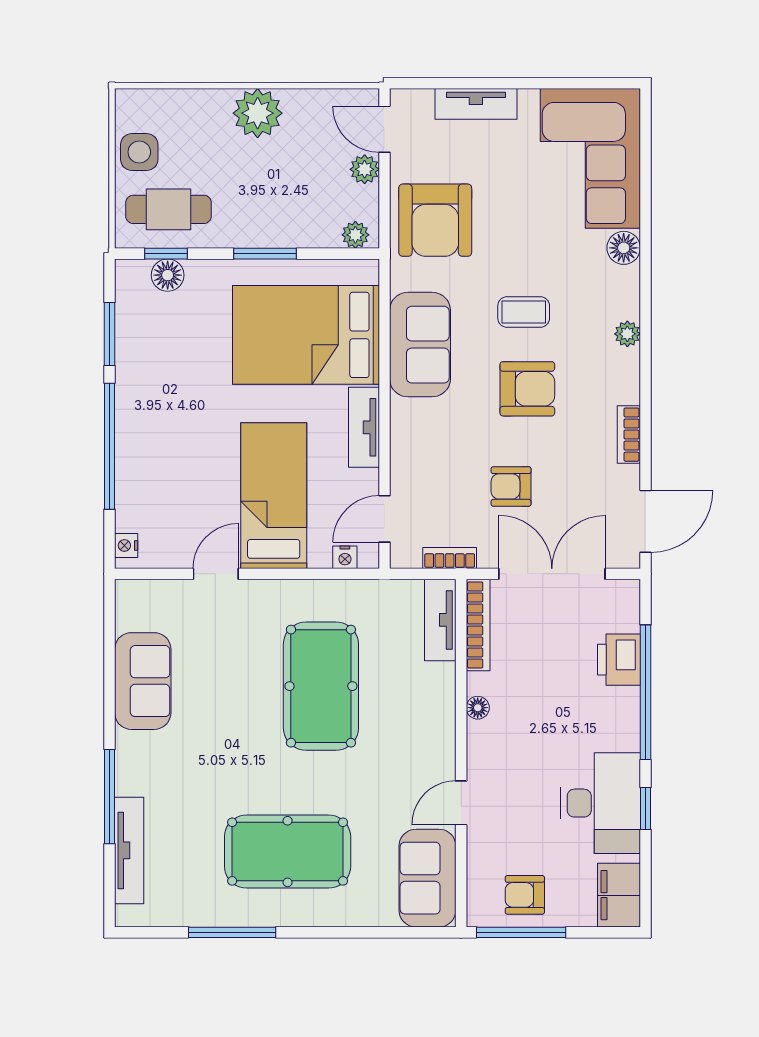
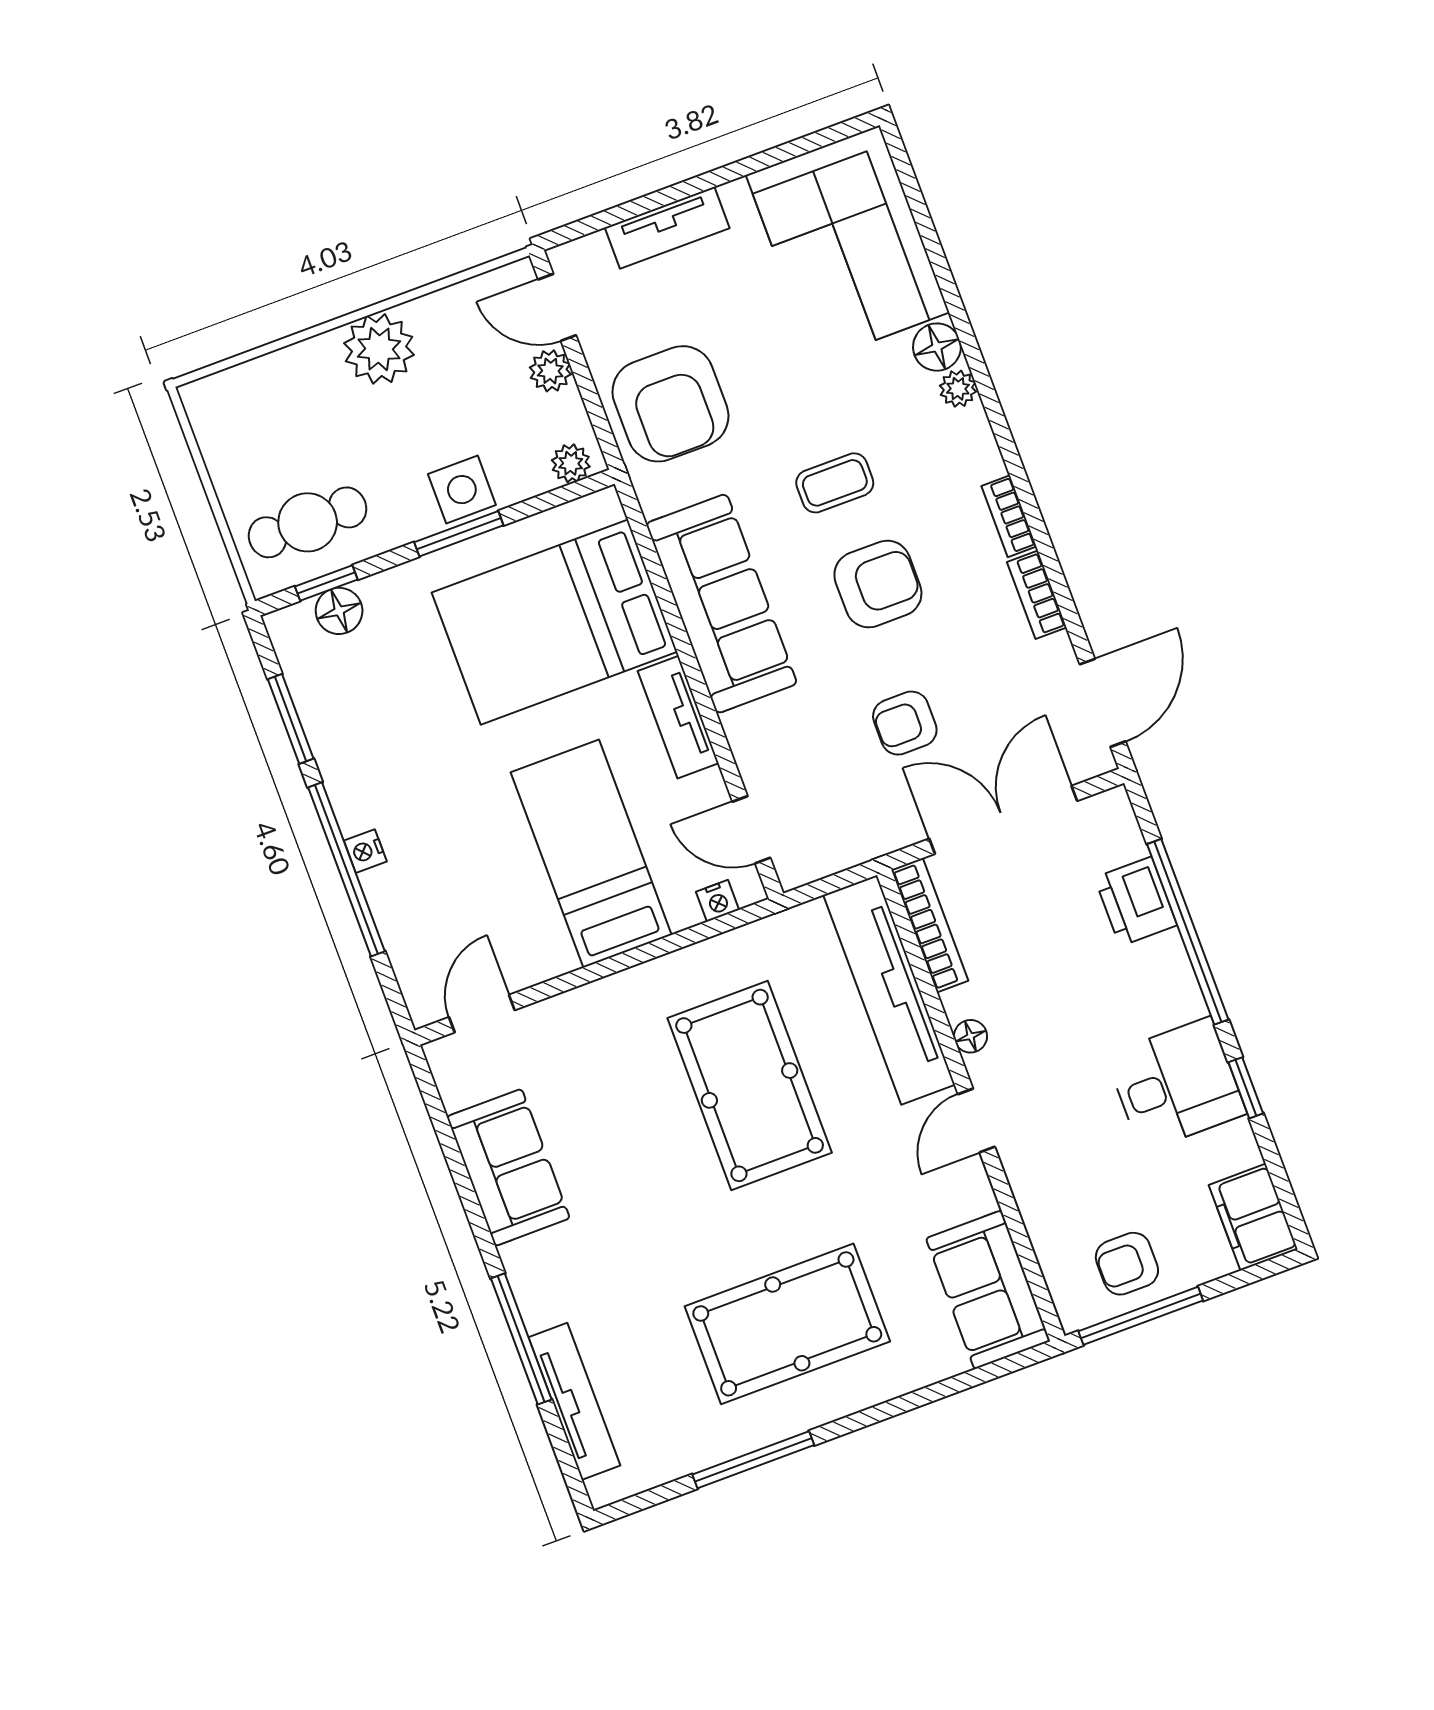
side table: (139, 152) -> (462, 490), moved
plant: (627, 334) -> (958, 389), moved
sofa: (420, 345) -> (721, 604), width x1.36
door: (384, 519) -> (751, 830), hinge flipped
nightstand: (126, 545) -> (365, 851), moved
bookcase: (450, 558) -> (1009, 516), moved, turned -90
door: (216, 574) -> (482, 1014), moved
tv unit: (440, 620) -> (889, 990), width x1.92, depth x1.29
door: (461, 803) -> (976, 1120), moved
desk: (601, 803) -> (1176, 1084), width x0.73

